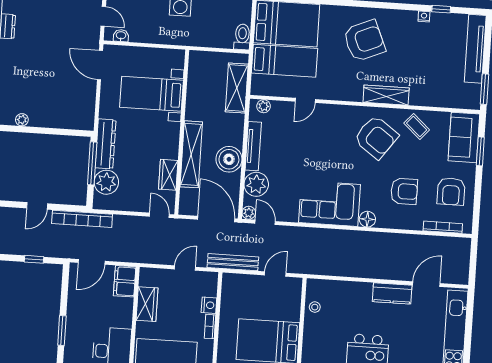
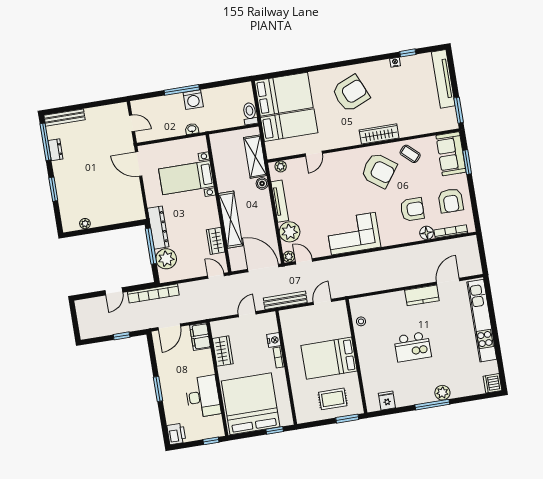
washbasin: (121, 36) -> (192, 129), moved
boiler: (229, 159) -> (262, 184), moved, width x0.54, depth x0.54
floor lamp: (367, 219) -> (427, 233), moved

